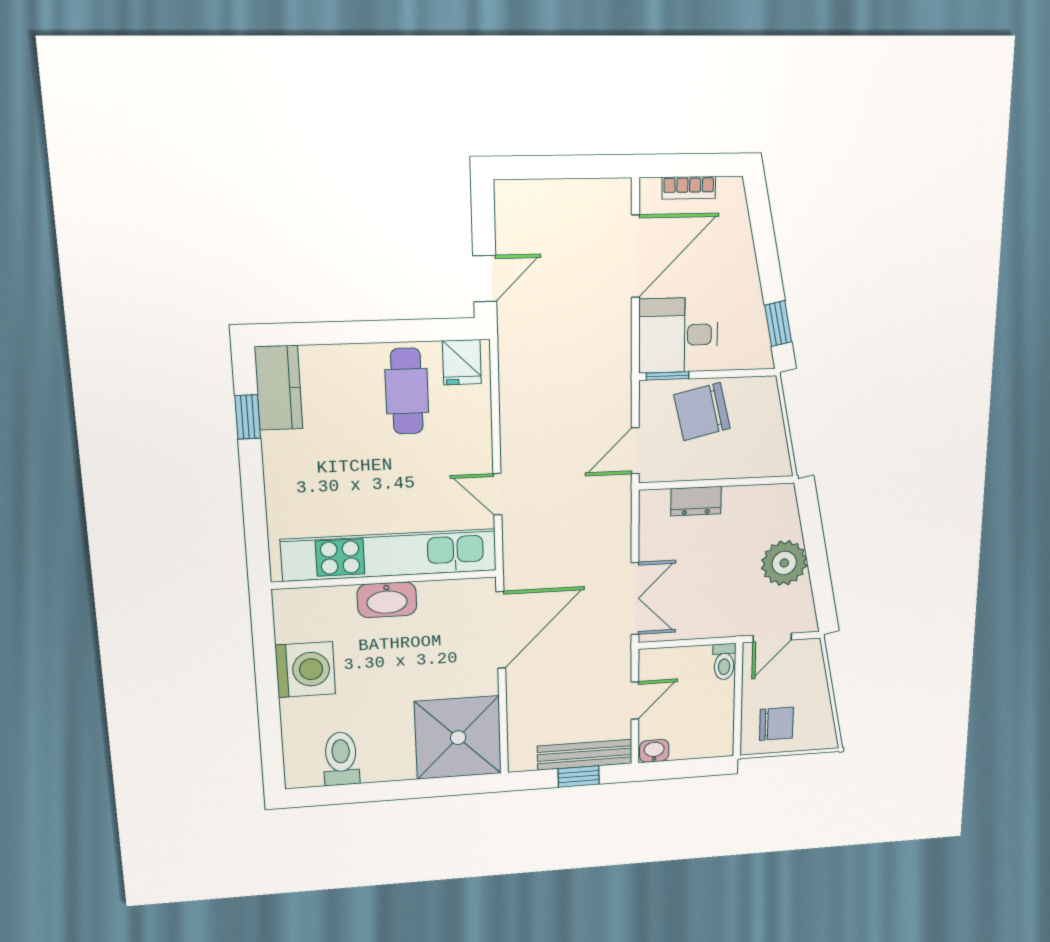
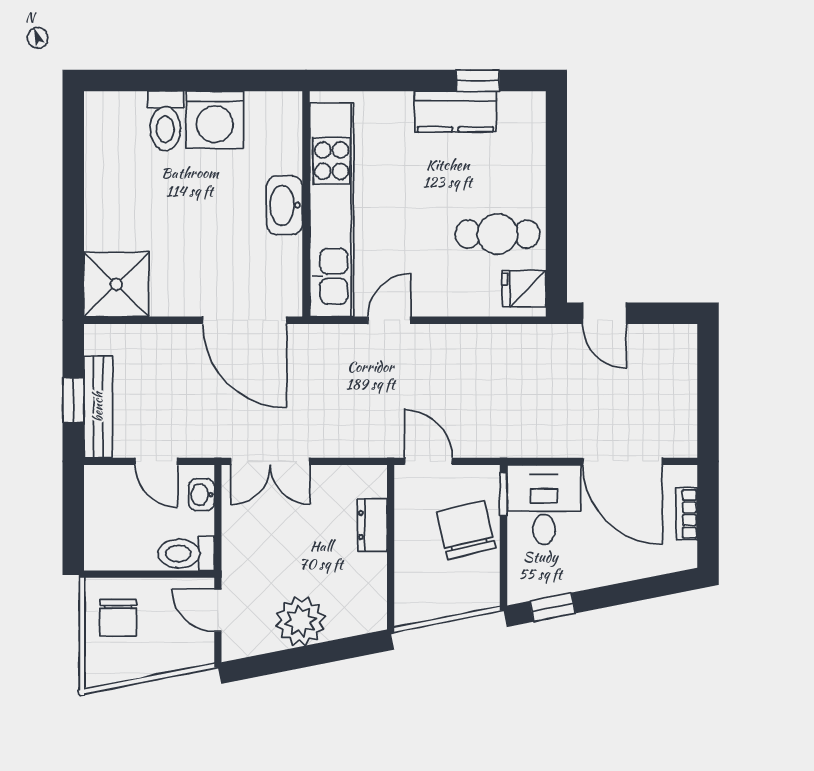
kitchen counter: (279, 388) -> (455, 111), moved
toilet: (724, 662) -> (186, 553), width x1.37, depth x1.39
shower: (458, 738) -> (116, 284), width x0.73, depth x0.73
washbasin: (654, 751) -> (202, 495), moved, turned 180
toilet: (341, 759) -> (165, 121), moved, turned 90

